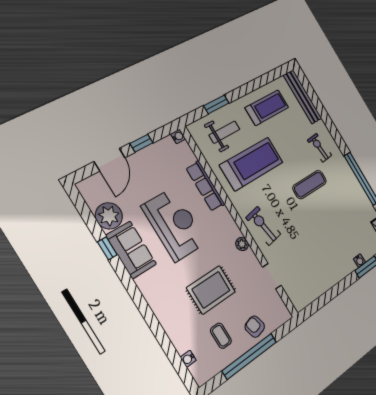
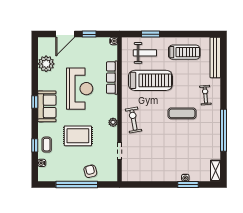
window: (107, 248) -> (35, 102), moved
sofa: (131, 250) -> (47, 106), moved
coffee table: (221, 336) -> (47, 145), moved
window: (164, 341) -> (35, 145), added

